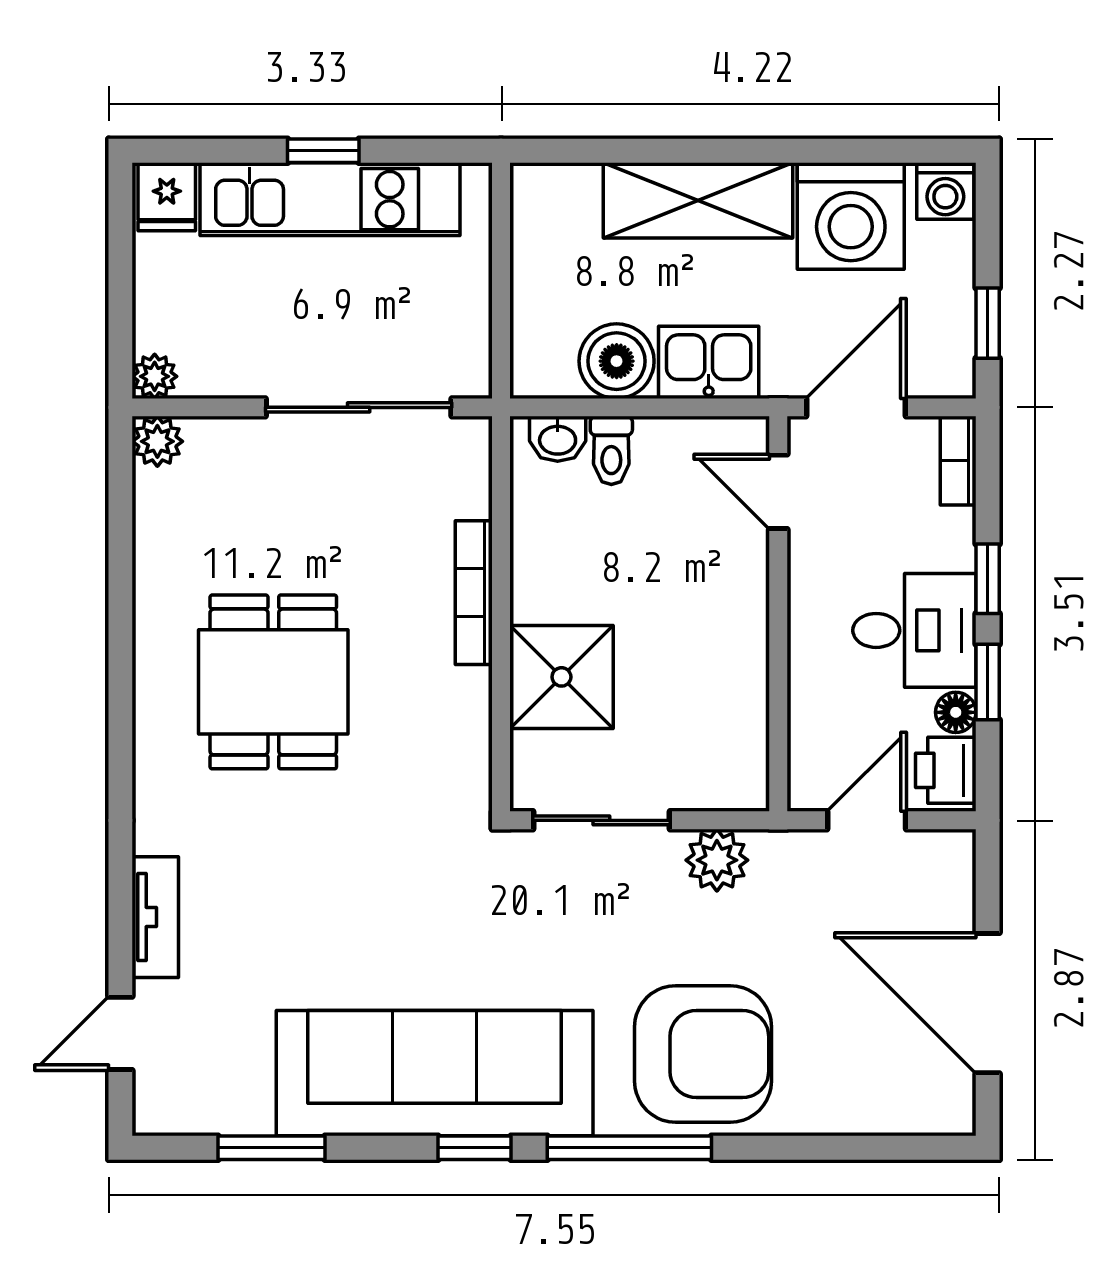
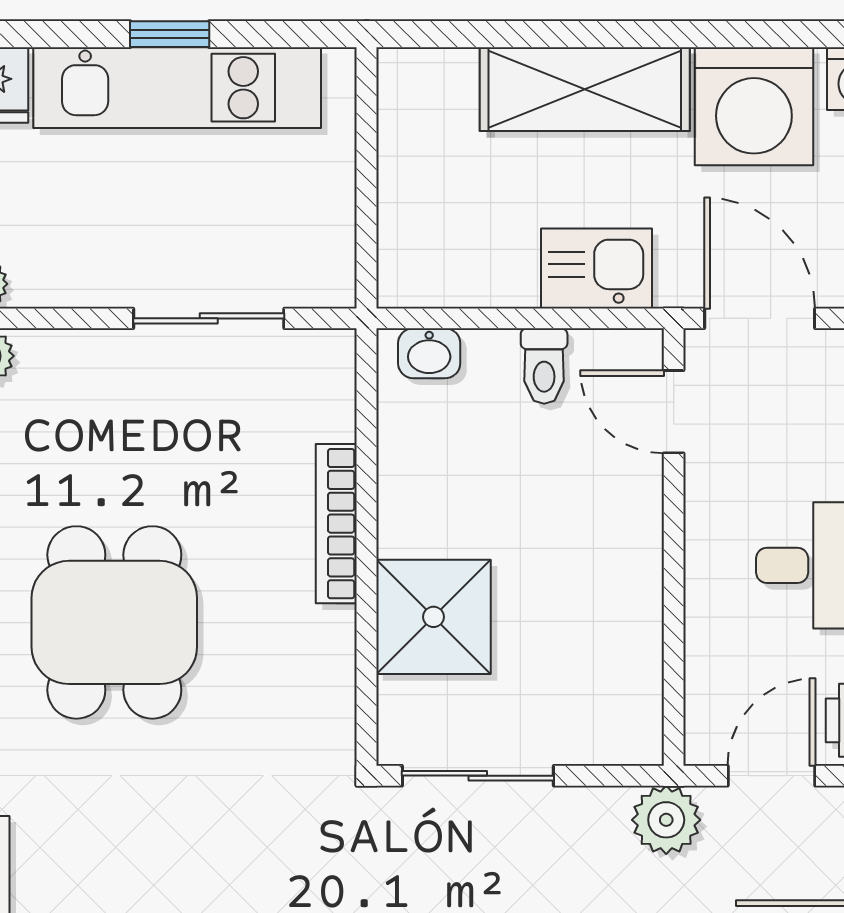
boiler: (617, 361) -> (494, 267), removed
sliding door: (359, 407) -> (209, 318), width x0.73
door: (856, 407) -> (760, 318), hinge flipped
toilet: (611, 450) -> (544, 366), moved
plant: (717, 860) -> (666, 820), moved

